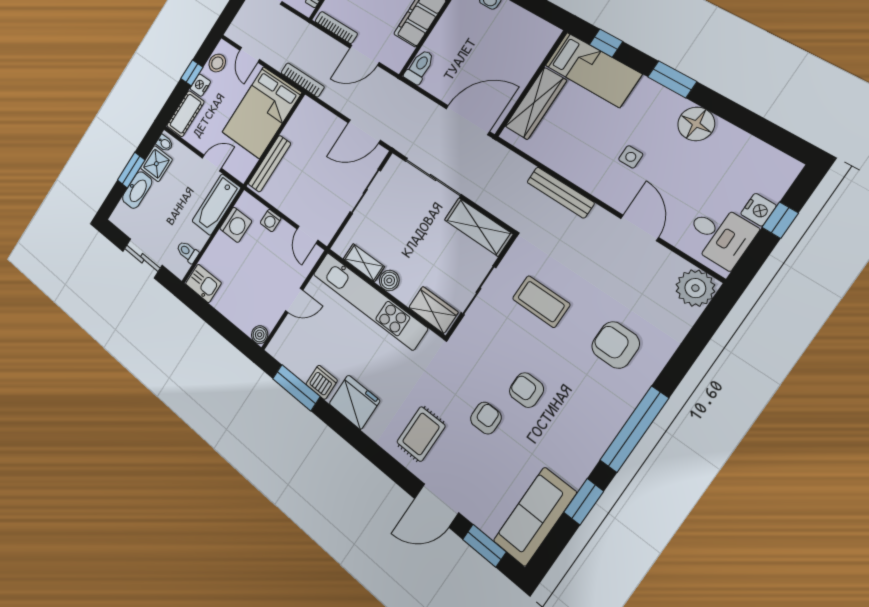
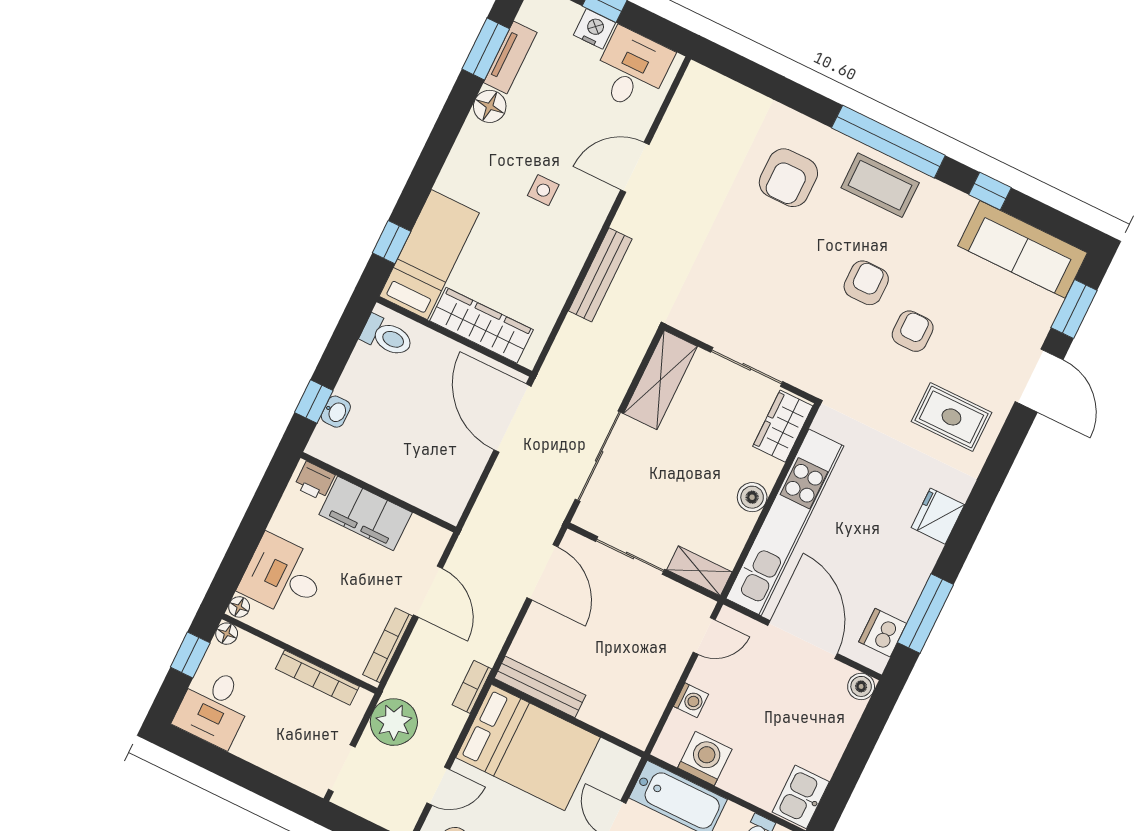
toilet: (419, 67) -> (387, 336), moved, turned 180
window: (672, 79) -> (486, 49), moved
bookcase: (303, 80) -> (472, 687), width x0.64
floor lamp: (696, 124) -> (490, 106), width x0.73, depth x0.73
tv unit: (742, 141) -> (510, 57), added
bench: (269, 164) -> (540, 687), moved
shelving: (364, 263) -> (699, 571), moved, turned 90
plant: (695, 288) -> (394, 722), moved
door: (294, 300) -> (803, 640), width x1.88
coffee table: (541, 302) -> (880, 185), moved, turned 90
dishwasher: (322, 382) -> (883, 633), moved
armchair: (526, 390) -> (866, 283), turned 180
fridge: (354, 402) -> (938, 516), width x0.73, depth x0.75
armchair: (486, 418) -> (913, 331), turned 90
window: (584, 502) -> (990, 191), width x0.67

